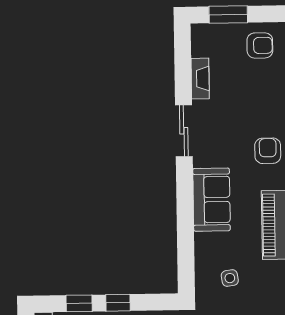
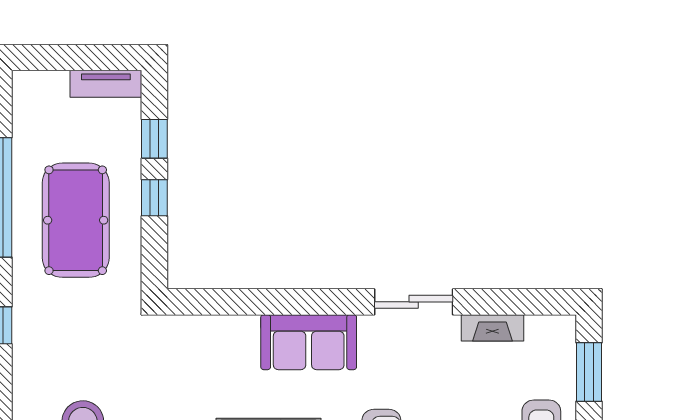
side table: (230, 278) -> (189, 368), removed

